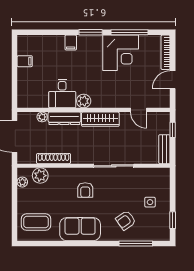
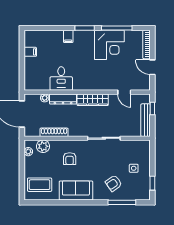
door: (173, 80) -> (152, 67), hinge flipped
plant: (84, 101) -> (79, 85), removed
bench: (164, 149) -> (146, 120), width x1.36
armchair: (85, 190) -> (70, 159), moved

